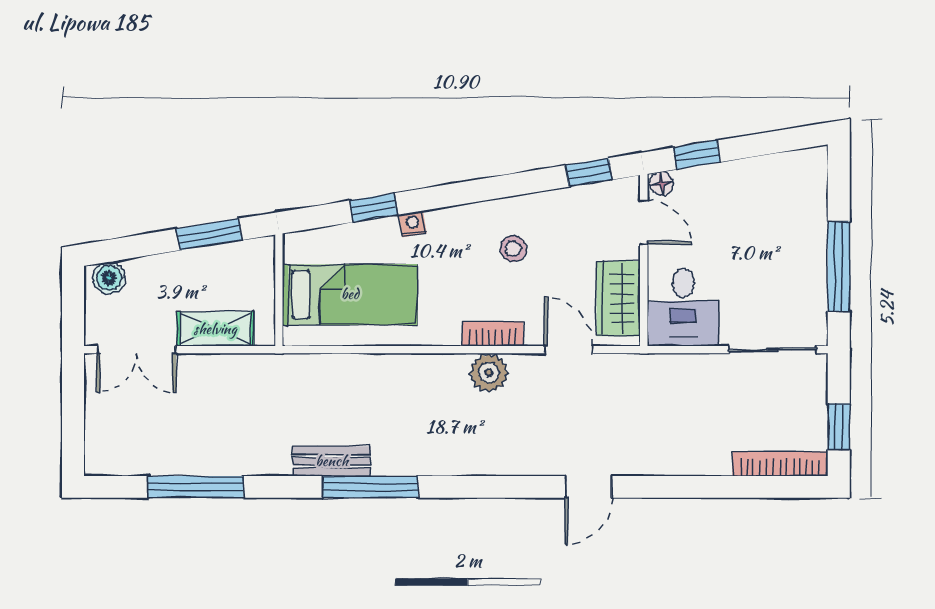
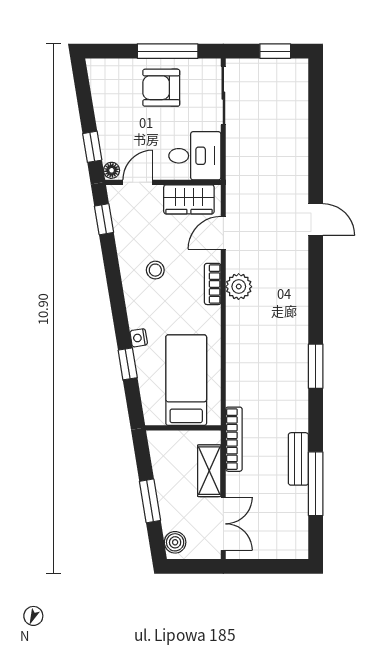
window: (209, 234) -> (150, 501), moved
armchair: (784, 257) -> (161, 88), added
bench: (332, 461) -> (298, 459), moved
bookcase: (780, 464) -> (234, 439), moved, turned 180
window: (371, 487) -> (316, 366), width x0.69

